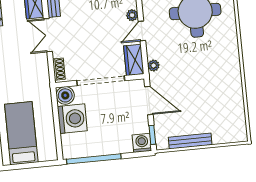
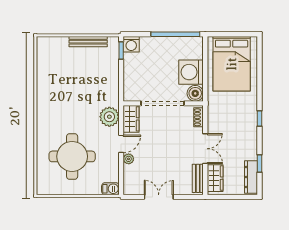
plant: (154, 66) -> (109, 117), width x1.88, depth x1.88
door: (149, 101) -> (121, 81), removed
bed: (21, 133) -> (232, 64), width x1.50

